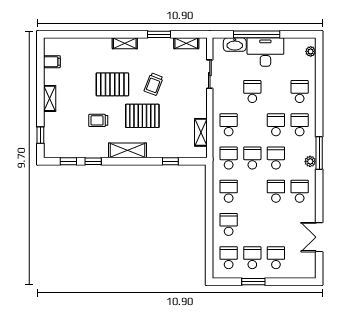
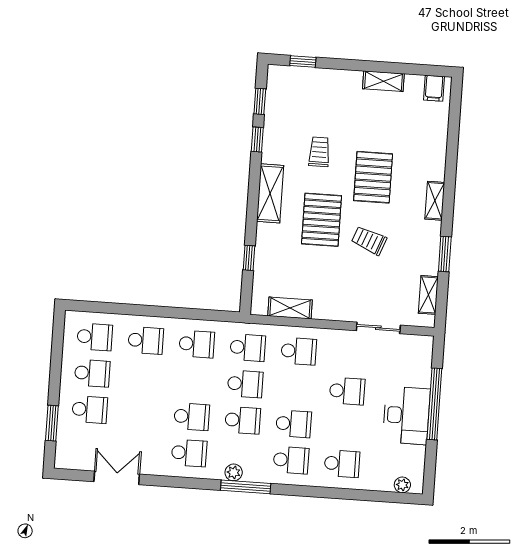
washbasin: (235, 45) -> (421, 369), removed
filing cabinet: (52, 62) -> (434, 88), moved
shelving: (50, 98) -> (383, 81), moved
window: (253, 282) -> (52, 423), moved

